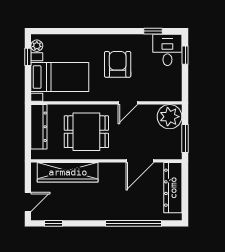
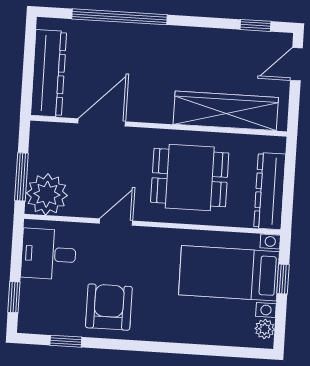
desk: (167, 50) -> (49, 254), moved, turned 90
window: (28, 57) -> (283, 279), moved
armchair: (118, 64) -> (109, 307), moved, turned 180
window: (185, 139) -> (21, 177), moved

